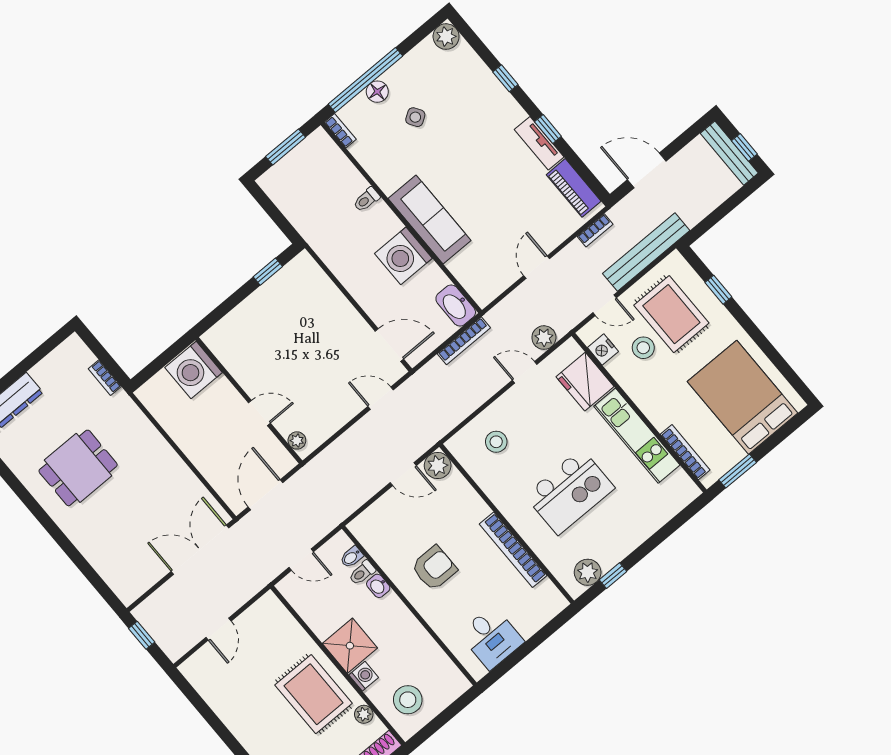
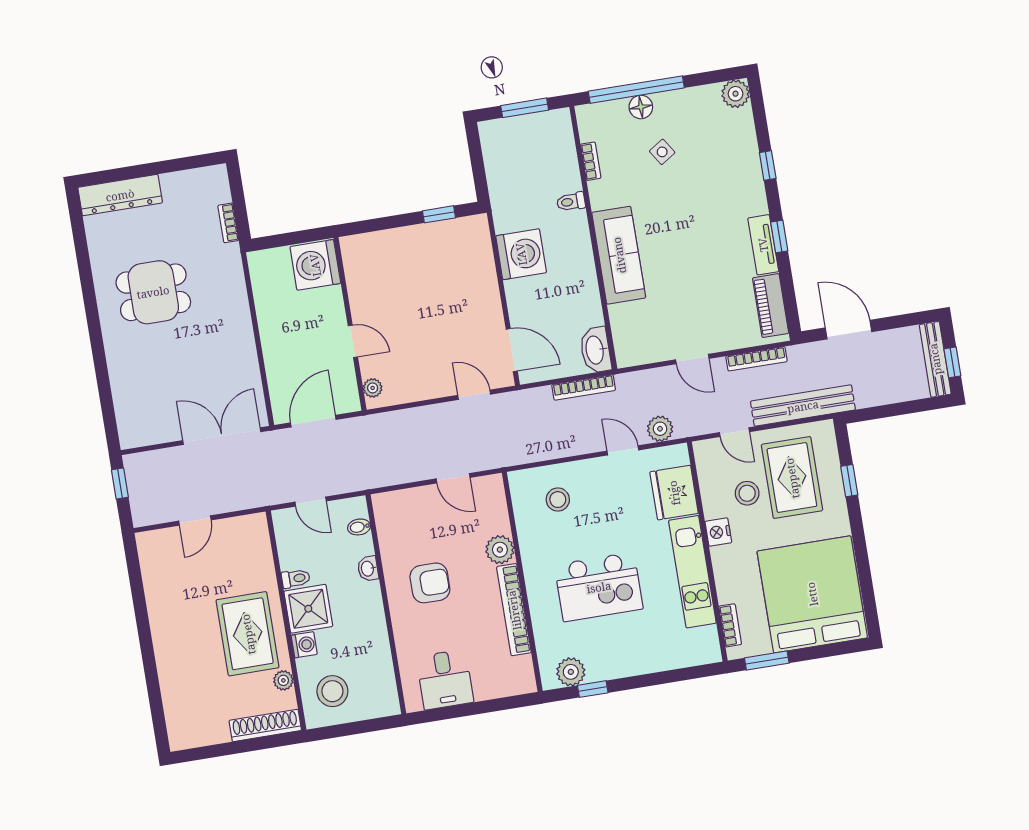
bookcase: (340, 131) -> (591, 161), moved
bookcase: (595, 230) -> (757, 359), width x1.56
washing machine: (403, 256) -> (521, 254), moved, turned 180
door: (537, 267) -> (692, 359), swing flipped
nightstand: (603, 349) -> (718, 532), moved
bed: (743, 397) -> (812, 594), width x1.36
bookcase: (685, 452) -> (730, 625), width x0.64
plant: (438, 466) -> (500, 550), moved
toilet: (362, 573) -> (296, 579), moved, turned 180

